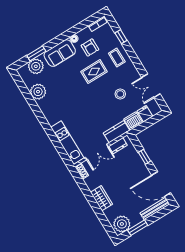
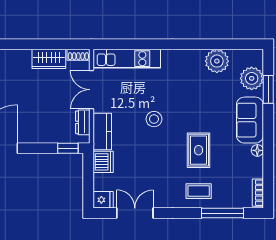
window: (121, 37) -> (223, 213), width x2.17
armchair: (90, 48) -> (233, 164), removed
stool: (120, 94) -> (154, 119), moved
fridge: (145, 114) -> (103, 200), moved
window: (145, 157) -> (68, 148), moved
wardrobe: (101, 198) -> (49, 59), moved

